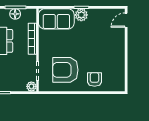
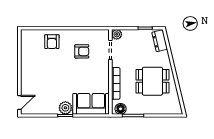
floor lamp: (15, 14) -> (121, 109), moved
armchair: (65, 70) -> (82, 51), width x0.53, depth x0.53

